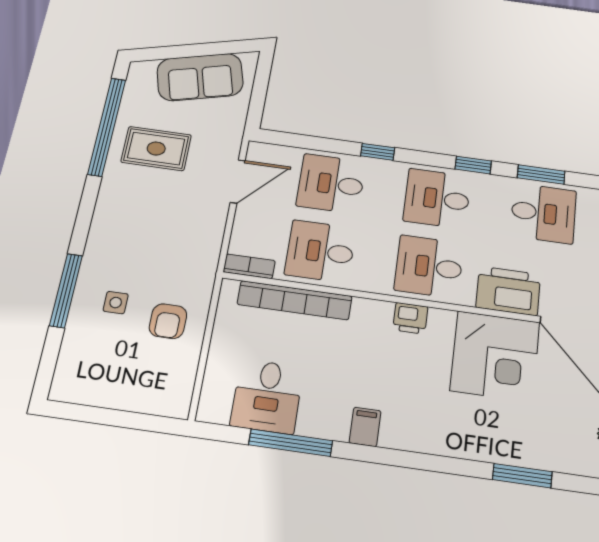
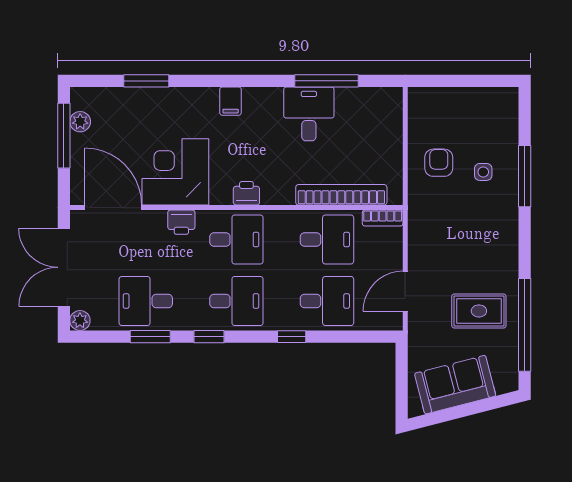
printer: (508, 291) -> (181, 222), width x0.53, depth x0.68
desk: (267, 396) -> (309, 114), moved
filing cabinet: (365, 427) -> (231, 101), moved

